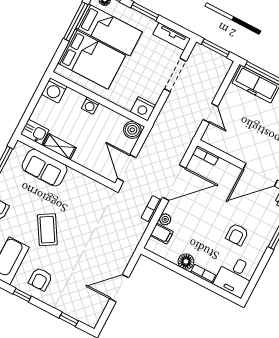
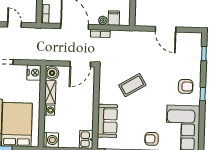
door: (210, 113) -> (14, 25), hinge flipped
shelving: (59, 147) -> (50, 92), moved
coffee table: (47, 230) -> (132, 85), moved

